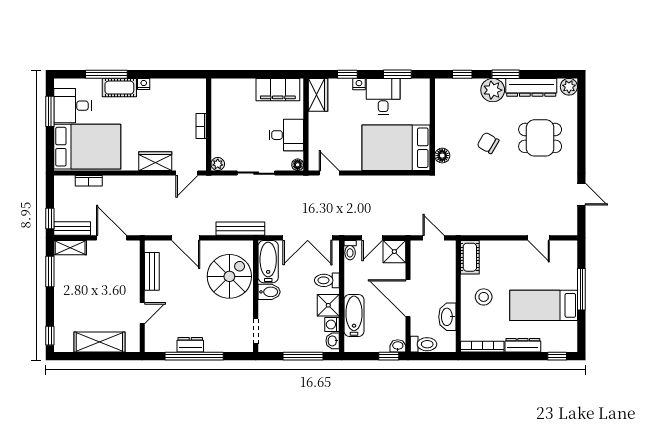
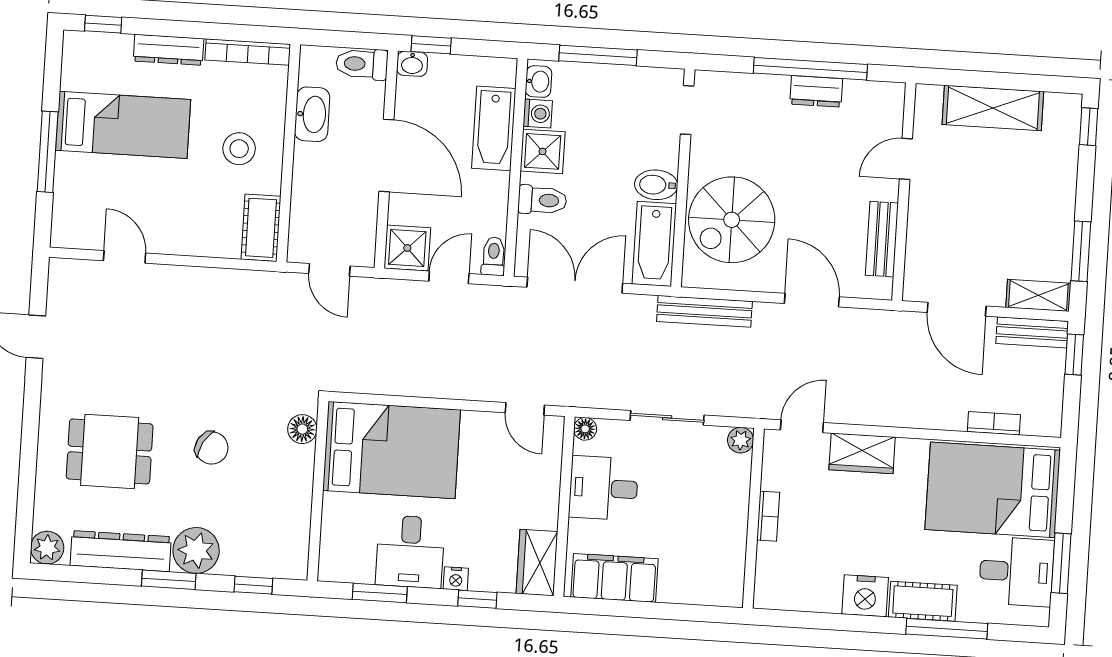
nightstand: (144, 84) -> (865, 596), width x1.89, depth x1.79

